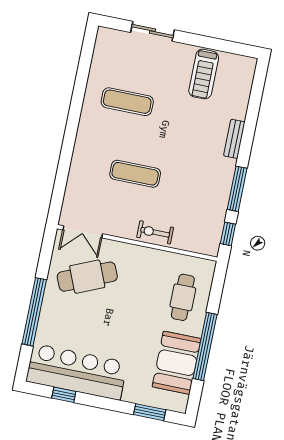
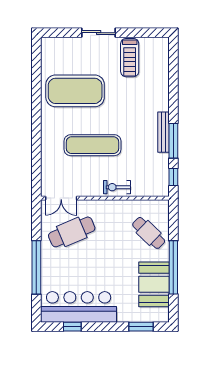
sliding door: (153, 31) -> (99, 33), moved
exercise mat: (127, 102) -> (75, 91), width x2.00, depth x1.45
bench: (234, 139) -> (163, 132), moved, width x1.36
exercise mat: (135, 174) -> (92, 145), width x1.36, depth x1.45
cafe table: (183, 297) -> (149, 233), turned -46

